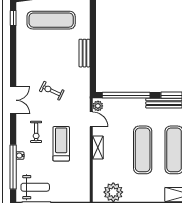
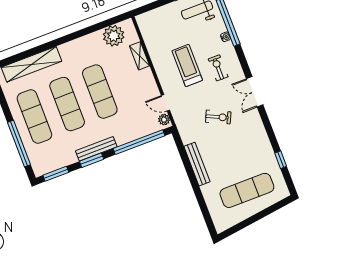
window: (13, 18) -> (281, 160), moved
bench: (84, 53) -> (197, 164), width x1.36
treadmill: (61, 144) -> (187, 66), turned 180
shelving: (98, 148) -> (140, 56), moved

